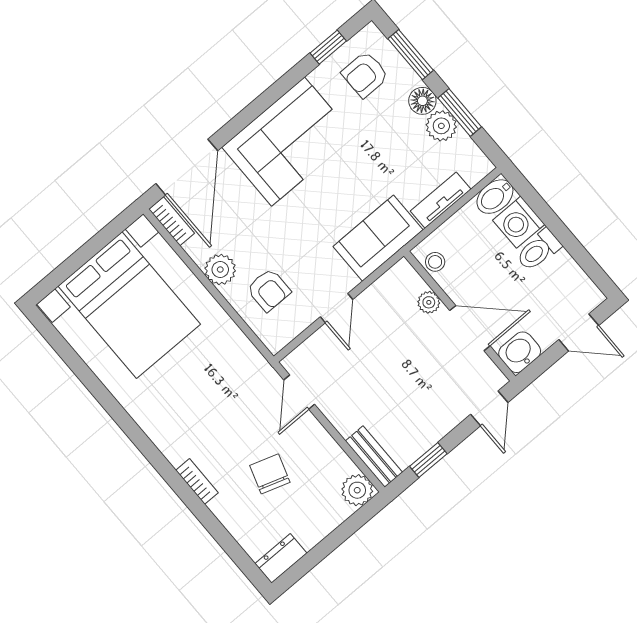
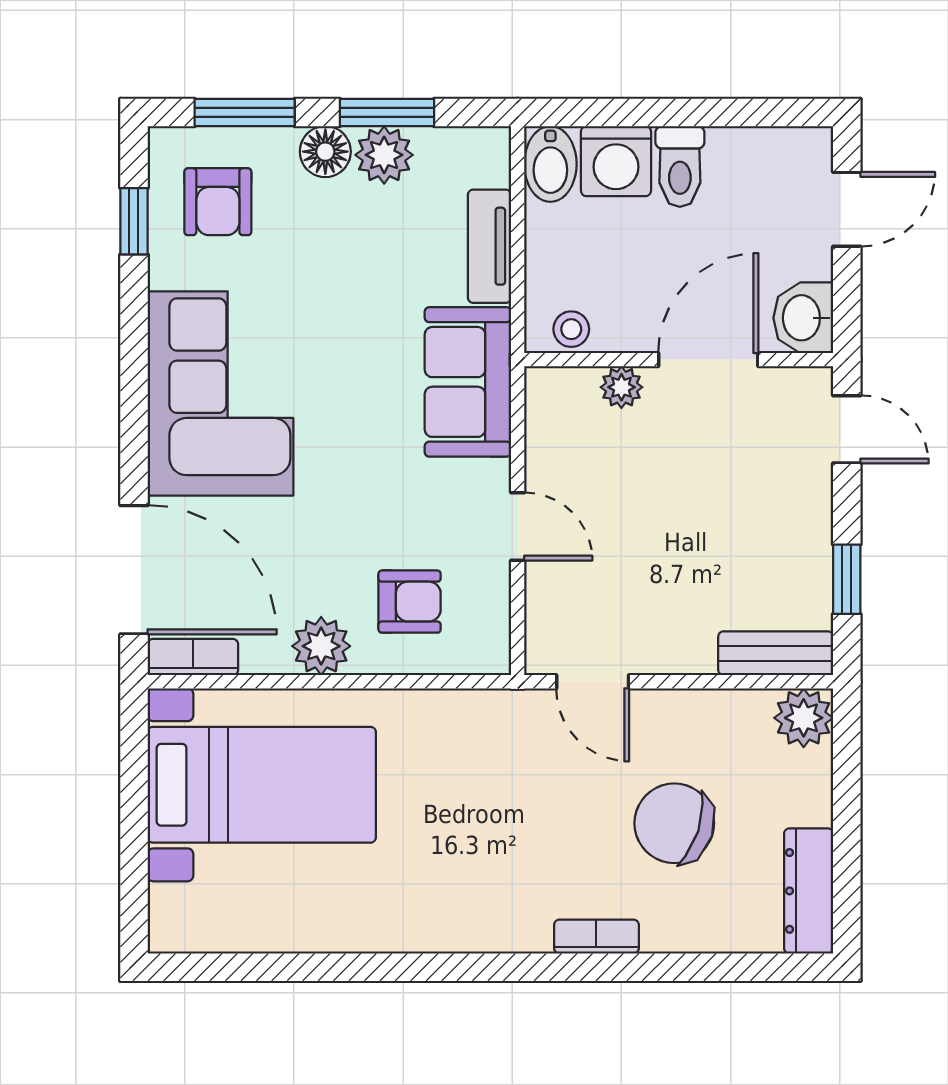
bed with nightstands: (129, 305) -> (262, 785), width x0.73
chair: (270, 474) -> (674, 823), width x1.37, depth x1.37
dresser: (281, 558) -> (809, 891), width x1.44

